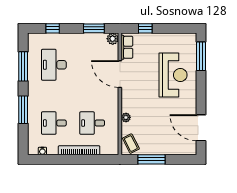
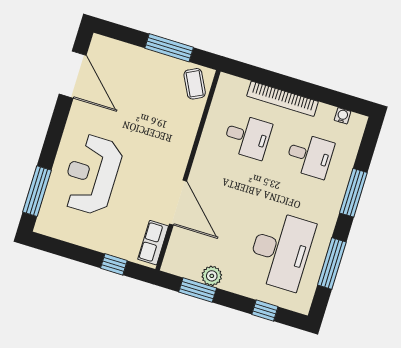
plant: (113, 39) -> (212, 276), moved
desk: (54, 65) -> (281, 251), width x1.36, depth x1.30
plant: (126, 117) -> (190, 129), removed

